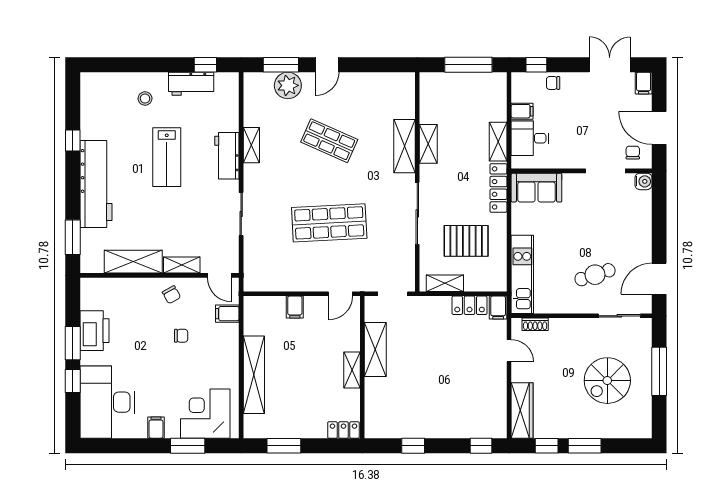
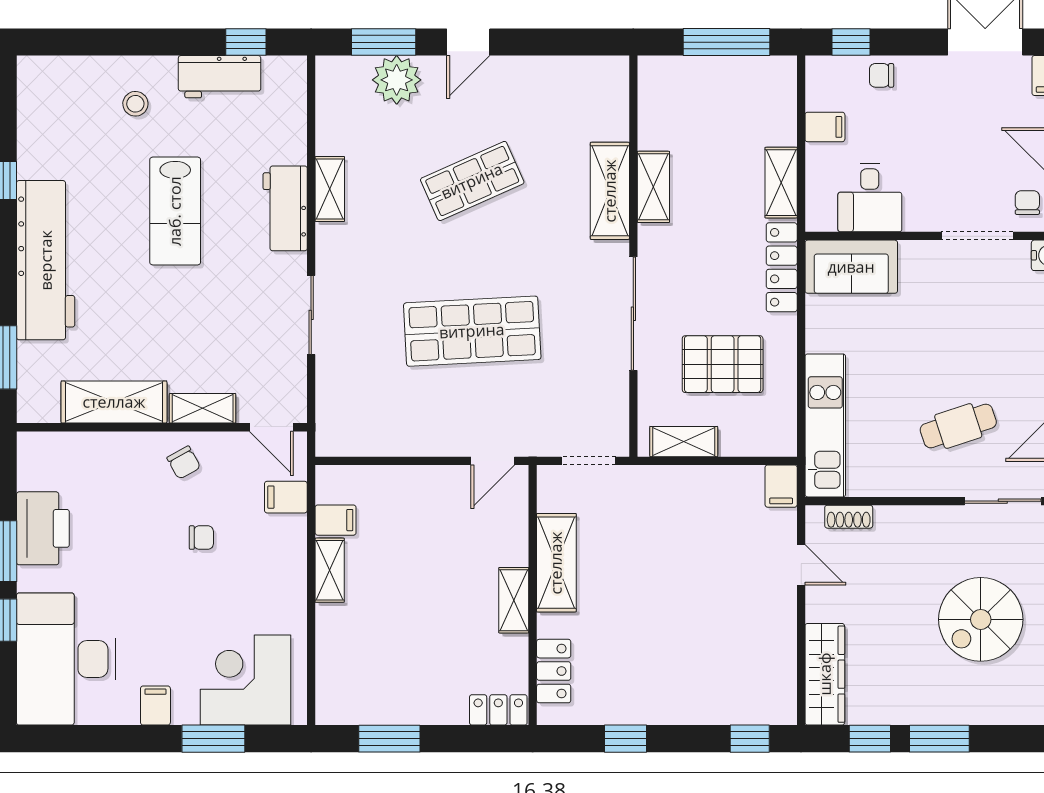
desk: (530, 138) -> (870, 198), moved, turned -90
shop shelf: (329, 141) -> (472, 181), turned -48
locker: (470, 305) -> (554, 671), moved, turned -90
filing cabinet: (295, 307) -> (336, 520), moved, turned -90
shelving: (254, 375) -> (330, 570), width x0.45, depth x0.75

